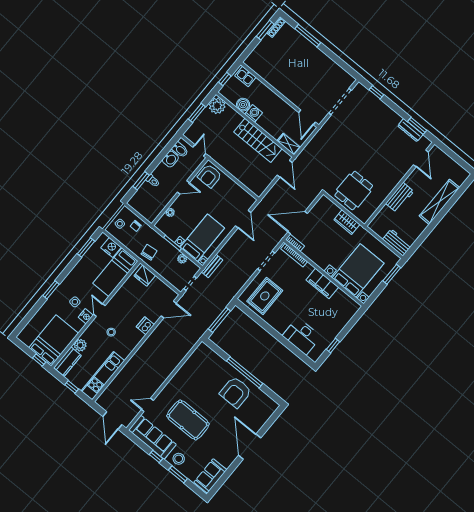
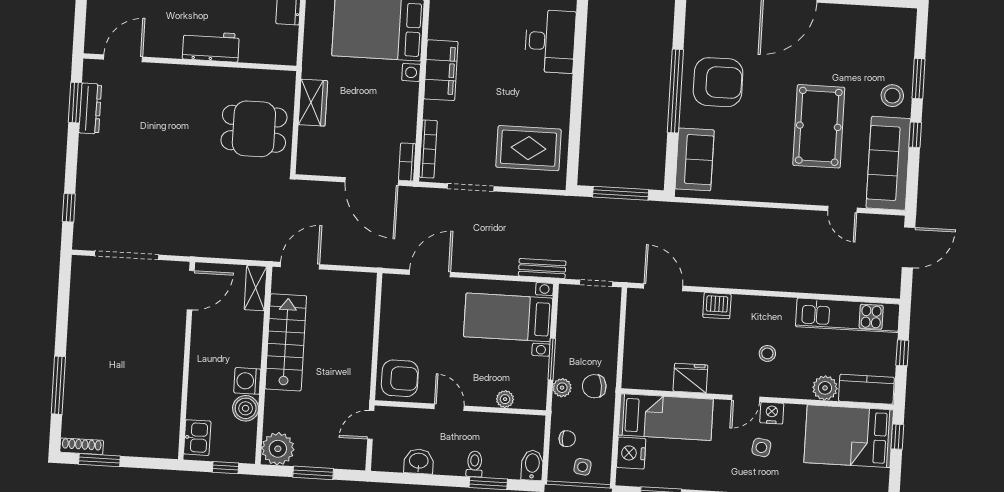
bidet: (180, 150) -> (532, 465), moved
plant: (182, 259) -> (562, 388), moved
fridge: (145, 276) -> (690, 378), moved, turned -90
sofa: (210, 476) -> (695, 159), moved, turned -90

